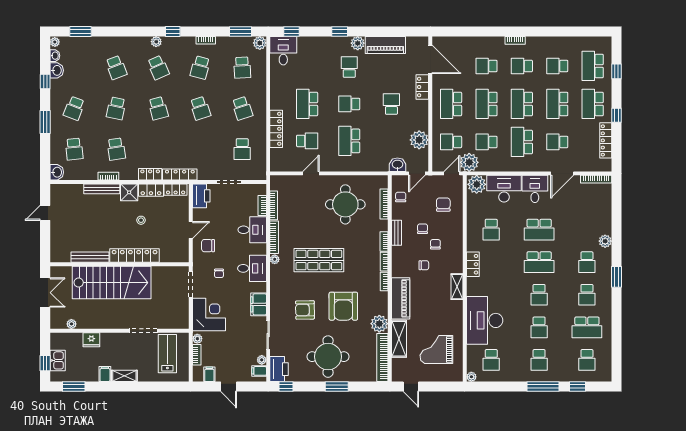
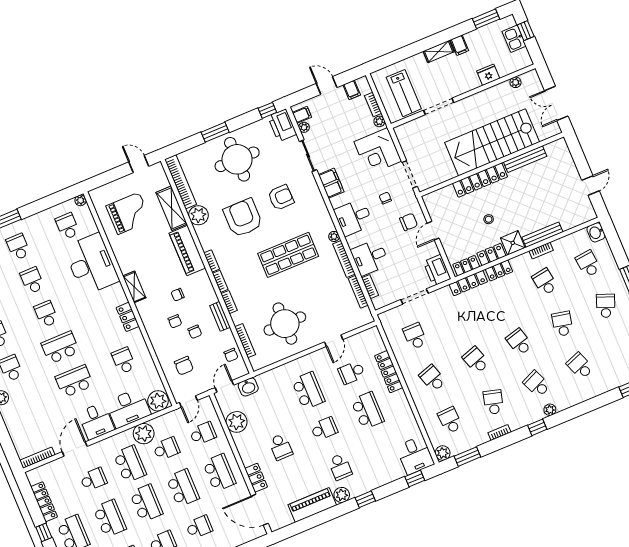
plant: (469, 162) -> (144, 434), moved

